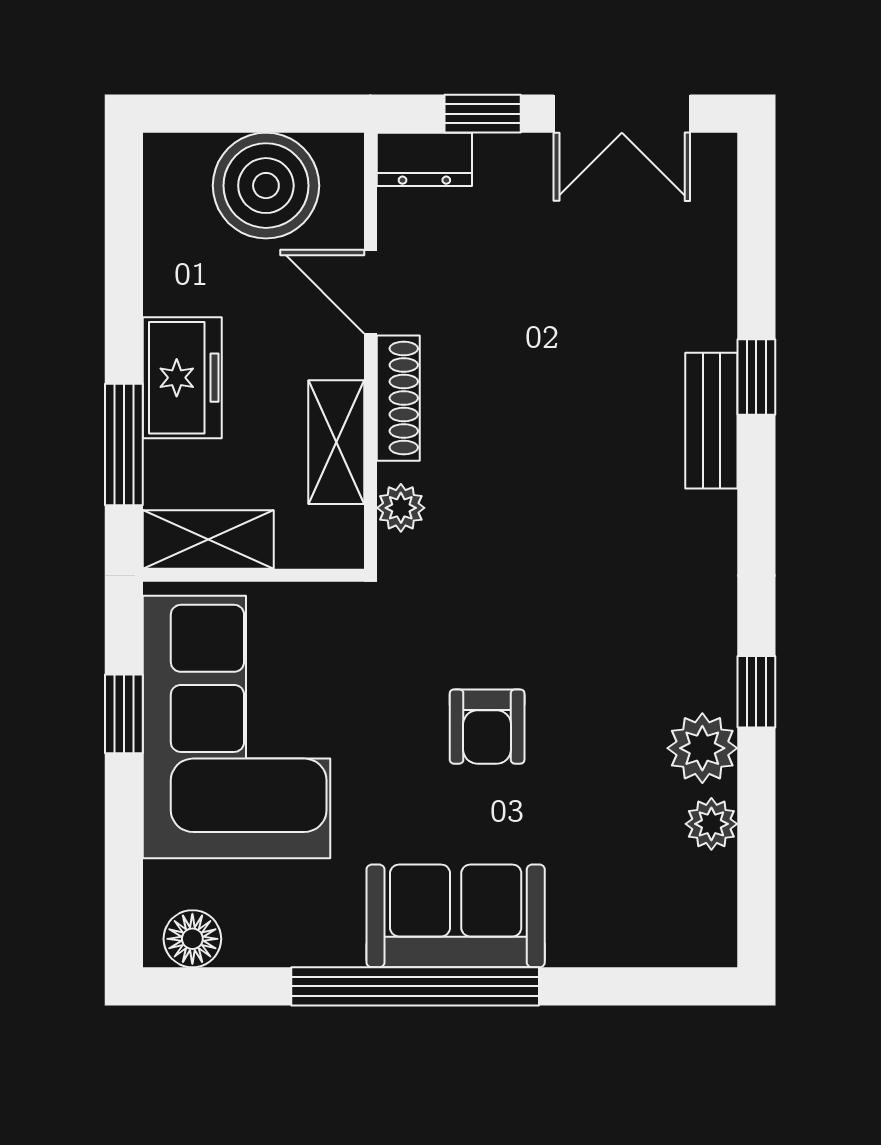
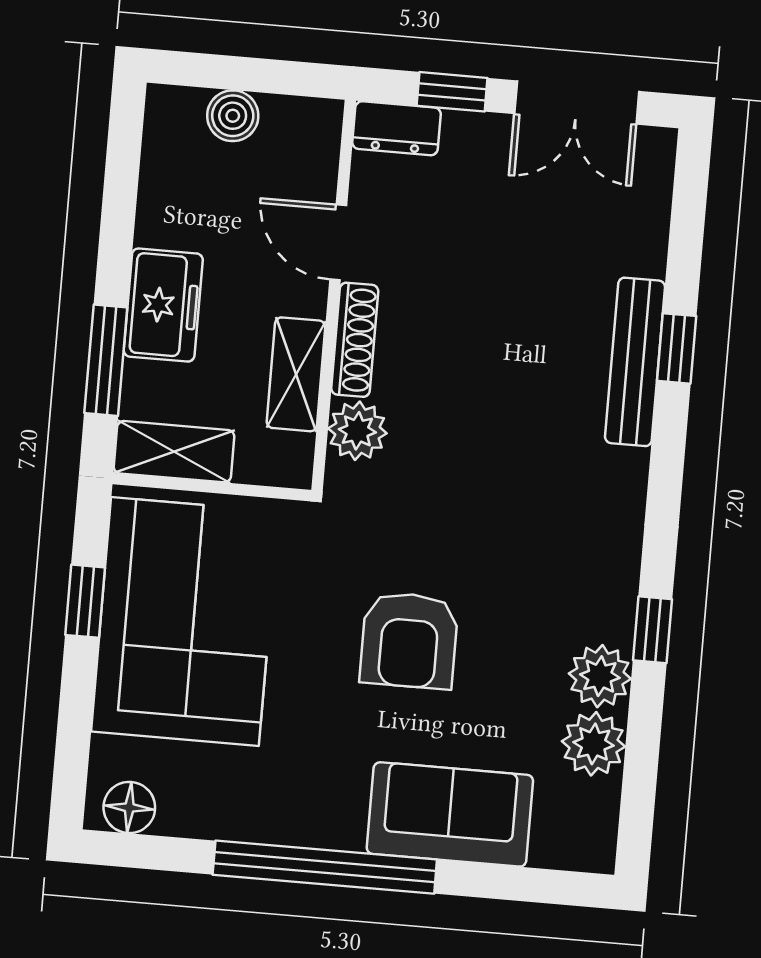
boiler: (266, 186) -> (233, 116), width x0.54, depth x0.54
bench: (711, 421) -> (635, 362), width x1.36
plant: (401, 508) -> (357, 431), width x1.38, depth x1.38
armchair: (487, 727) -> (409, 640), width x1.38, depth x1.38
plant: (711, 824) -> (594, 744), width x1.38, depth x1.38
sofa: (456, 916) -> (450, 814), moved

